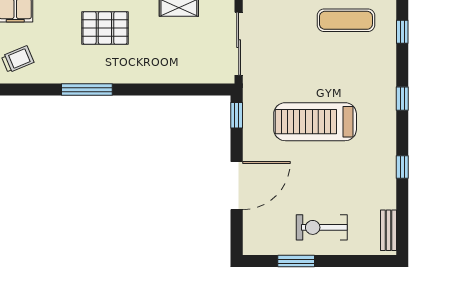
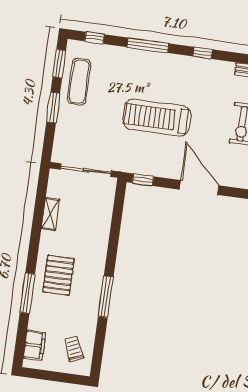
window: (402, 99) -> (148, 45), width x2.17
treadmill: (315, 122) -> (157, 118), turned 90

